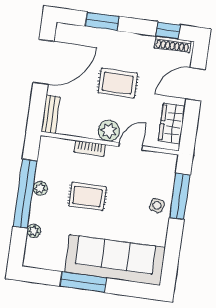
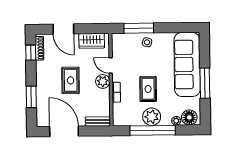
plant: (40, 188) -> (152, 117), width x1.88, depth x1.88
floor lamp: (36, 251) -> (189, 117), added

